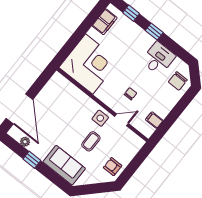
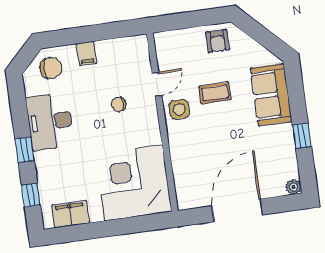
desk: (158, 59) -> (50, 122), width x1.37
door: (20, 109) -> (237, 210), moved
door: (122, 120) -> (157, 84), swing flipped
filing cabinet: (154, 120) -> (87, 53), moved
plant: (25, 142) -> (294, 187), moved

